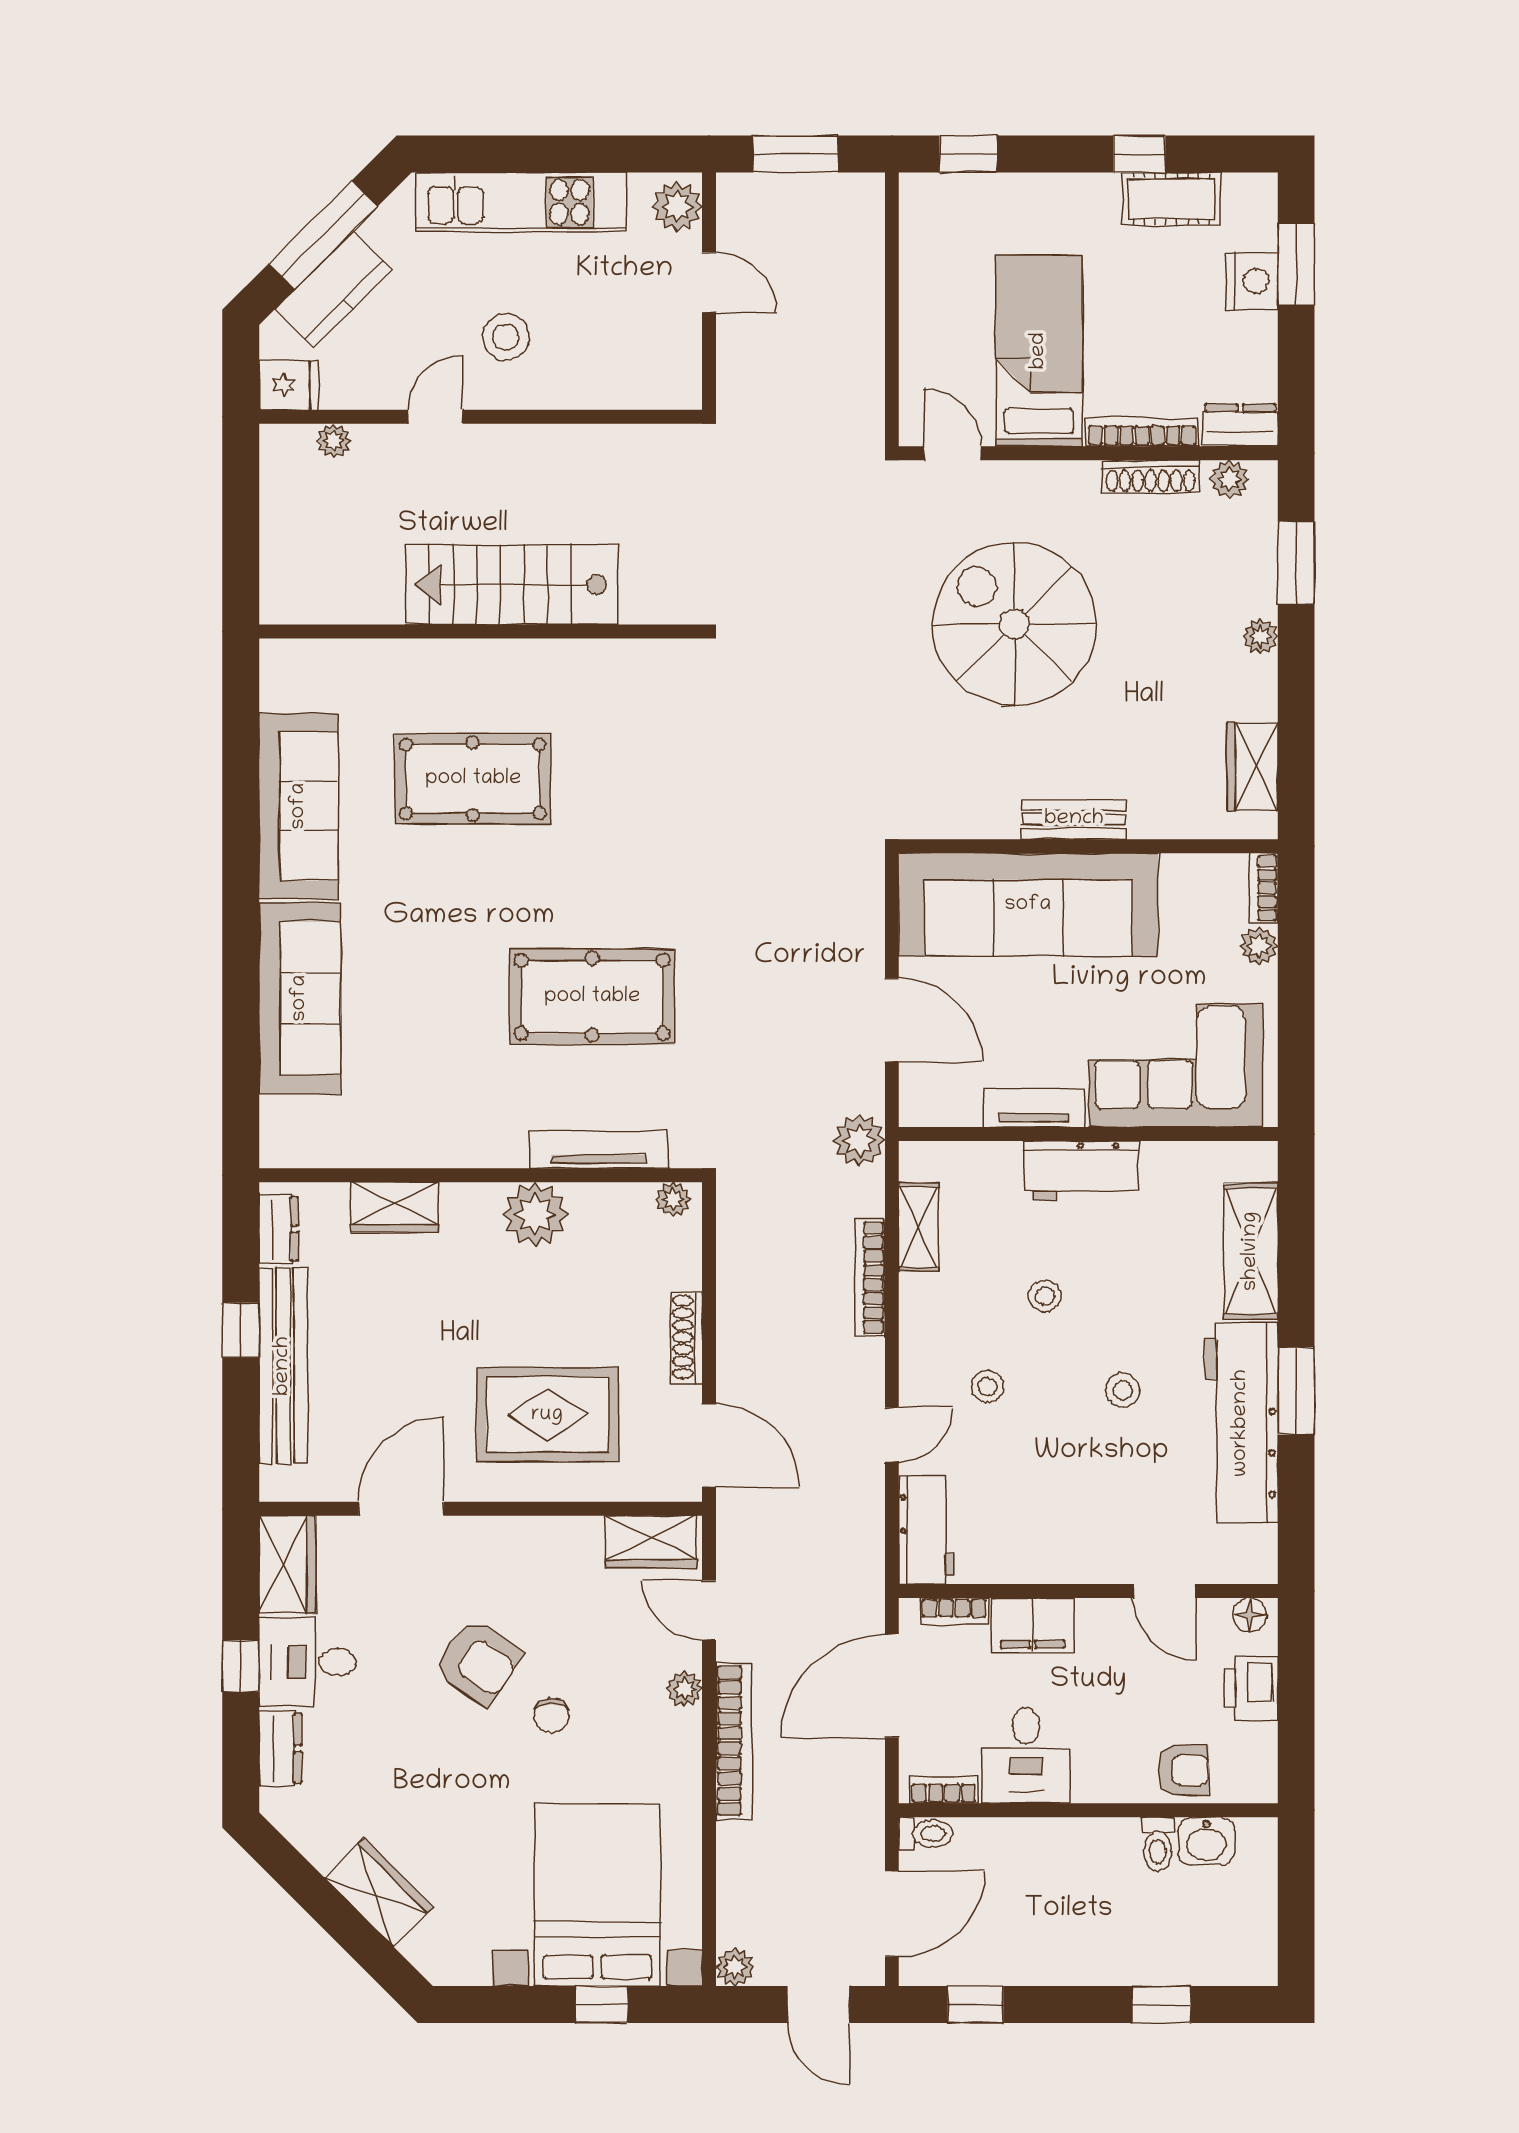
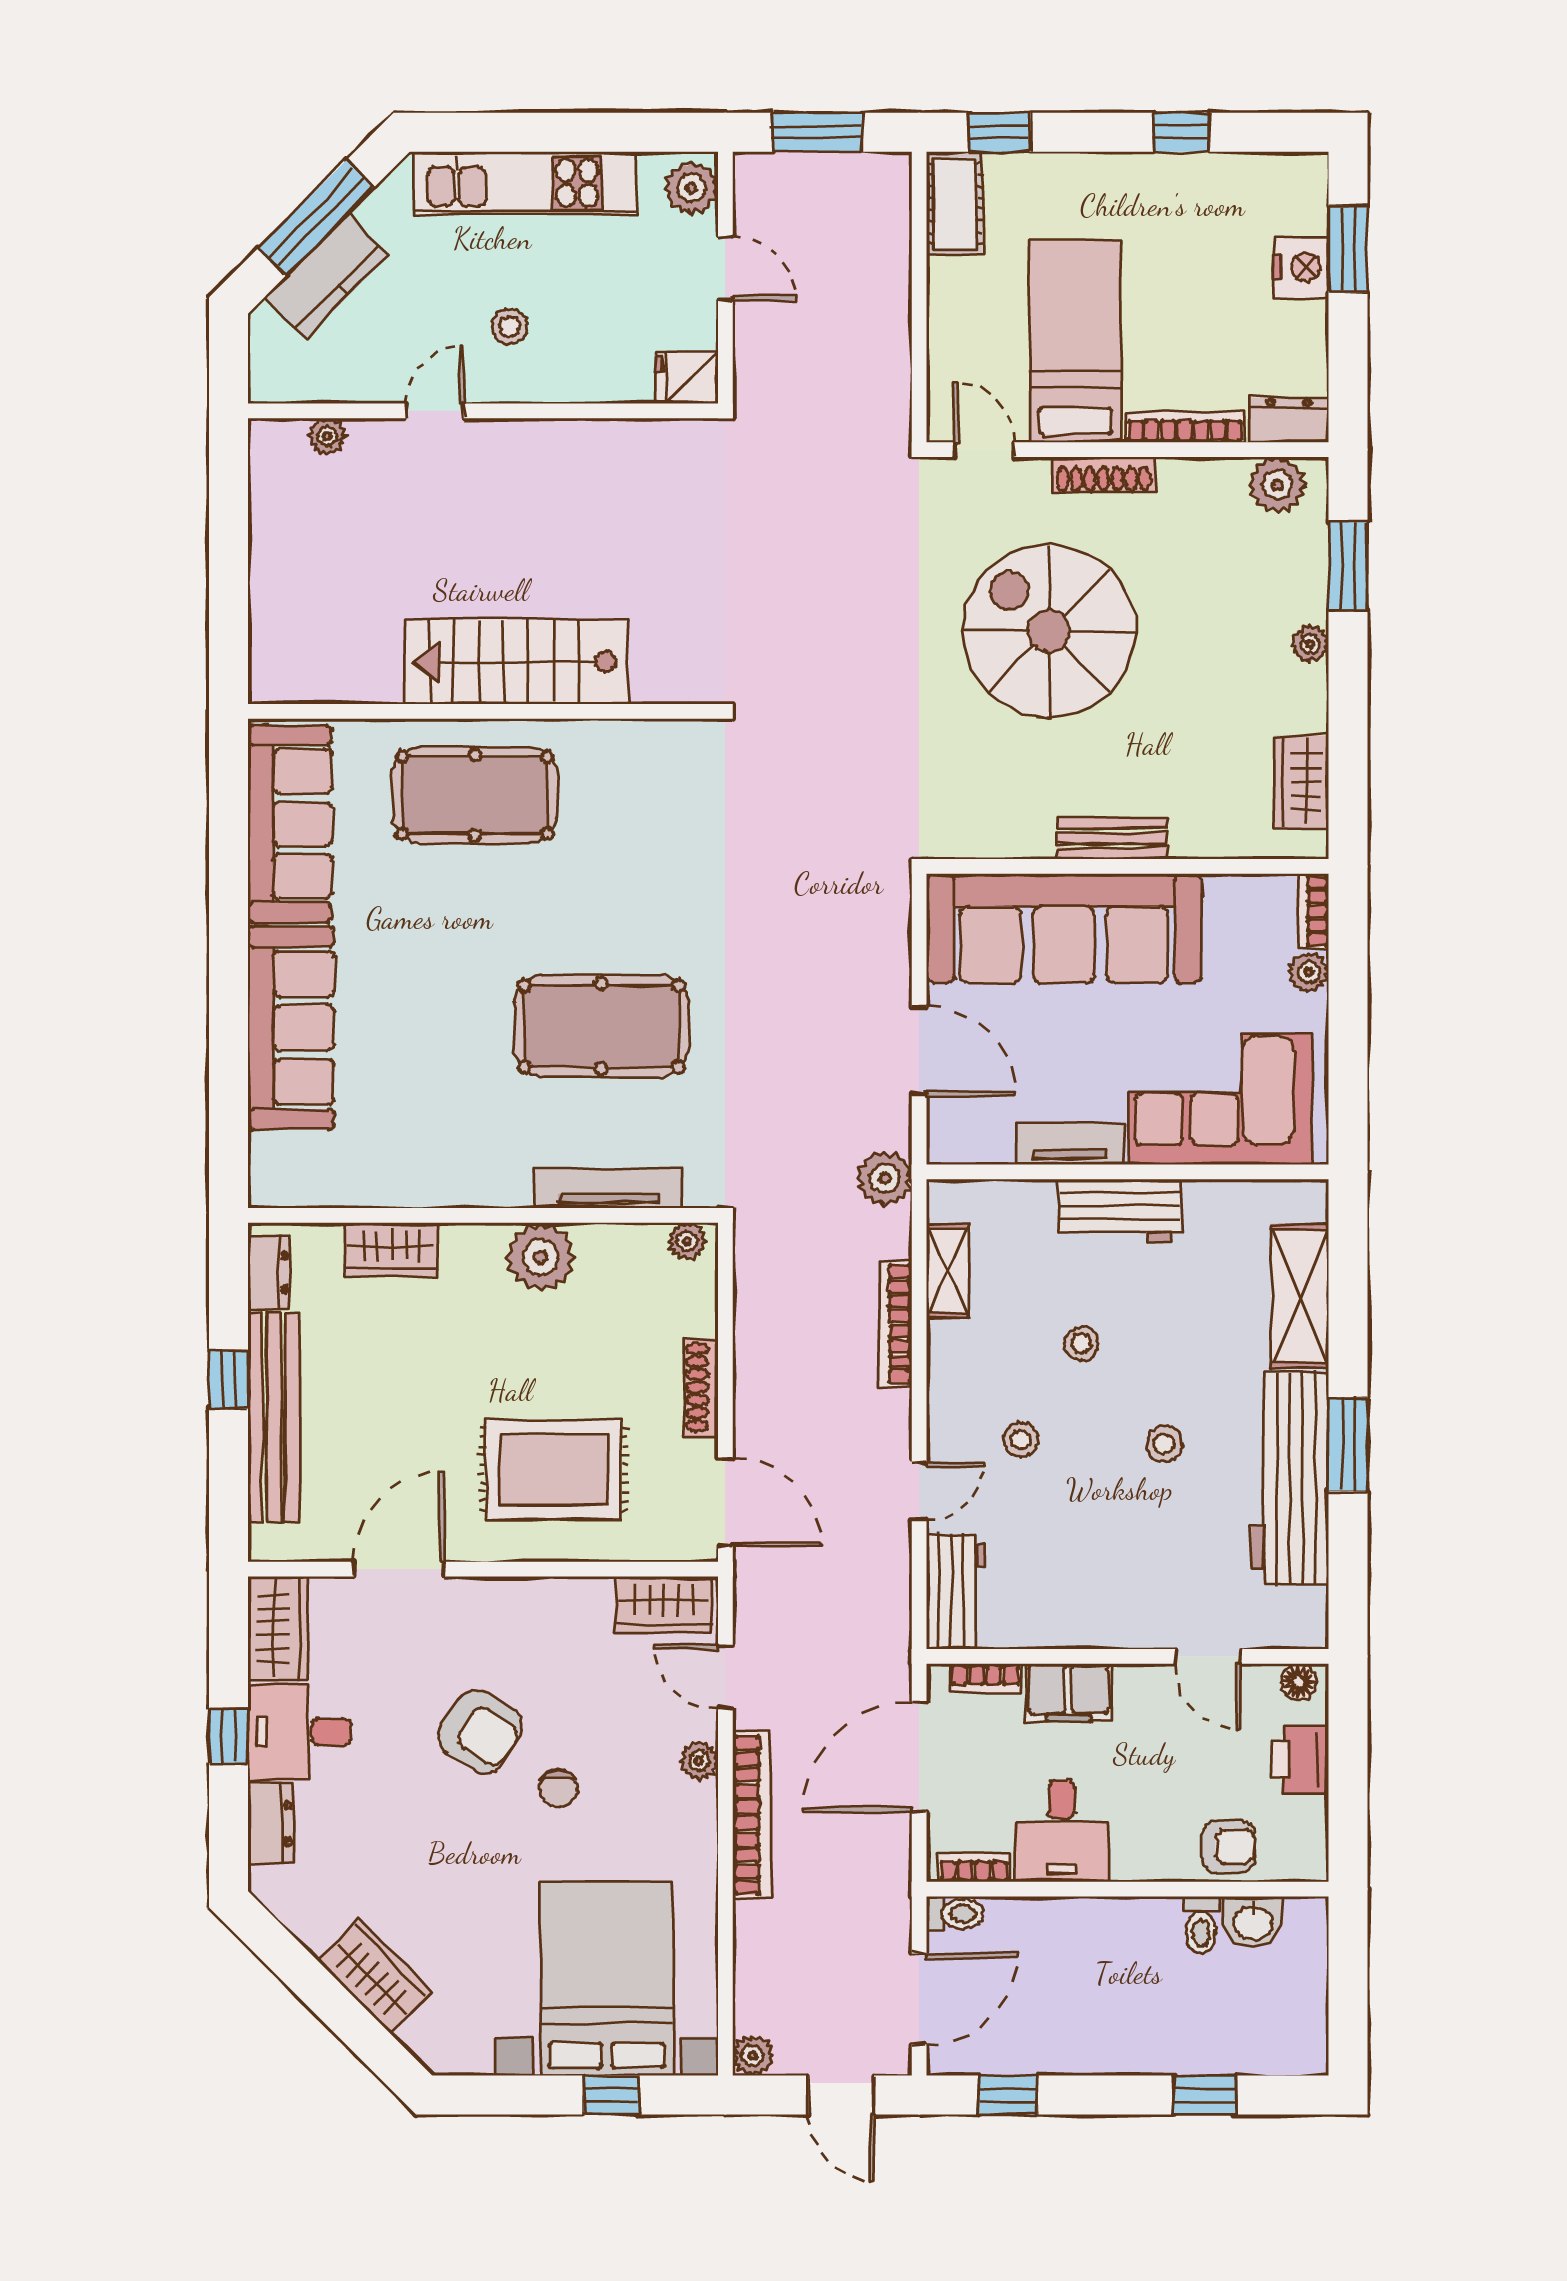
cot: (1171, 199) -> (955, 203), moved, turned 90
stool: (506, 337) -> (510, 326), width x0.73, depth x0.73
fridge: (289, 385) -> (687, 377), moved, turned 180
shoe rack: (1151, 477) -> (1104, 475), moved
plant: (1230, 479) -> (1277, 485), width x1.38, depth x1.38
stairs: (512, 585) -> (516, 662), moved
wall: (481, 631) -> (483, 711), moved

